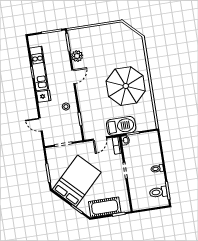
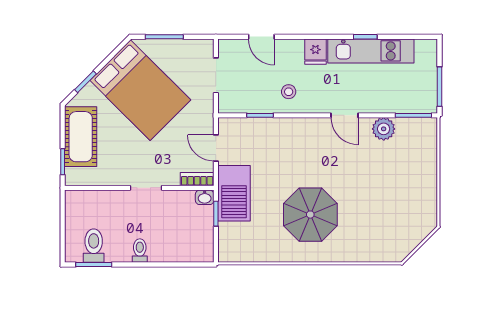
parasol: (126, 86) -> (310, 215), width x0.73, depth x0.73
door: (41, 125) -> (261, 37), swing flipped

